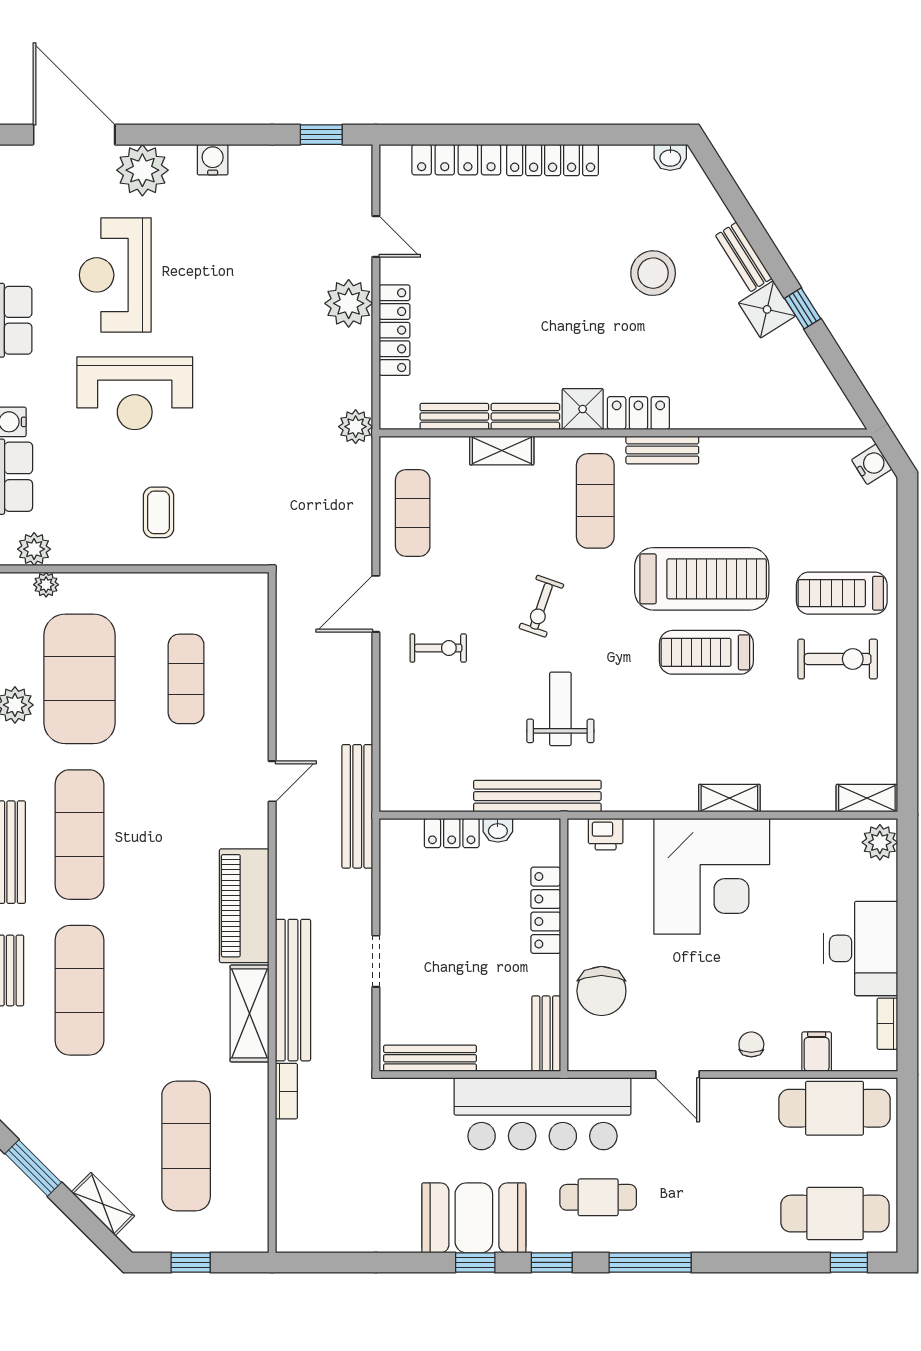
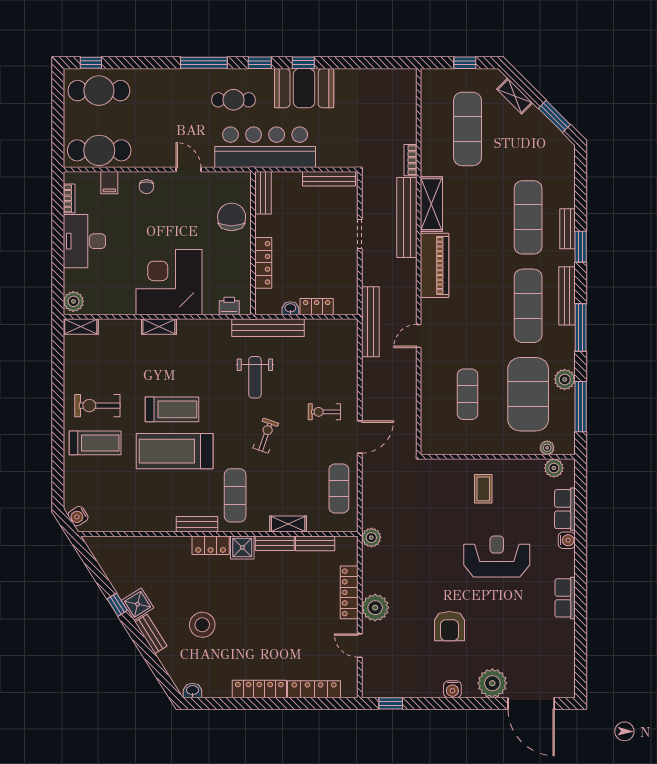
armchair: (218, 271) -> (449, 626), added
reception desk: (115, 275) -> (508, 624), removed

